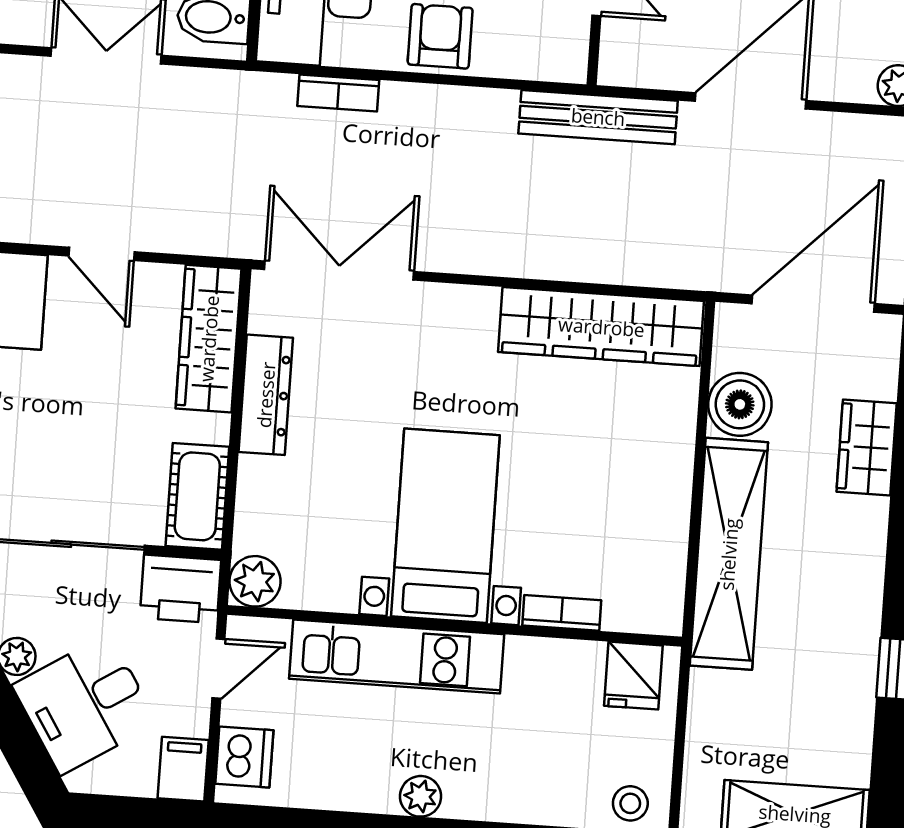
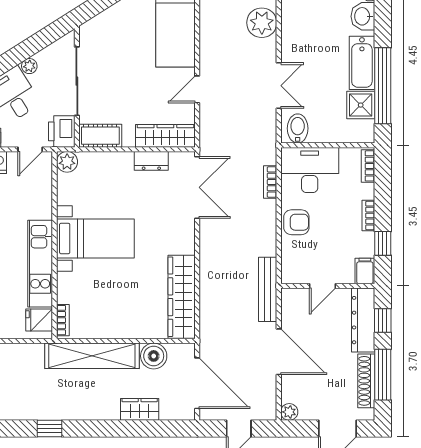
dresser: (266, 395) -> (151, 161), width x0.70
bookcase: (562, 613) -> (63, 320), moved
kitchen unit: (397, 657) -> (40, 264), moved
door: (218, 669) -> (30, 149), hinge flipped

